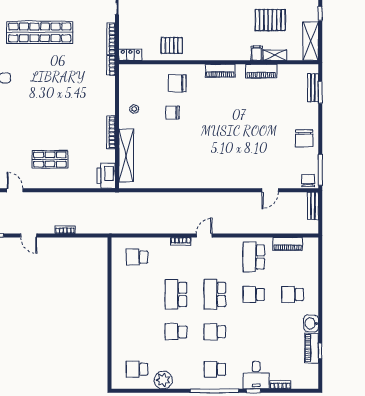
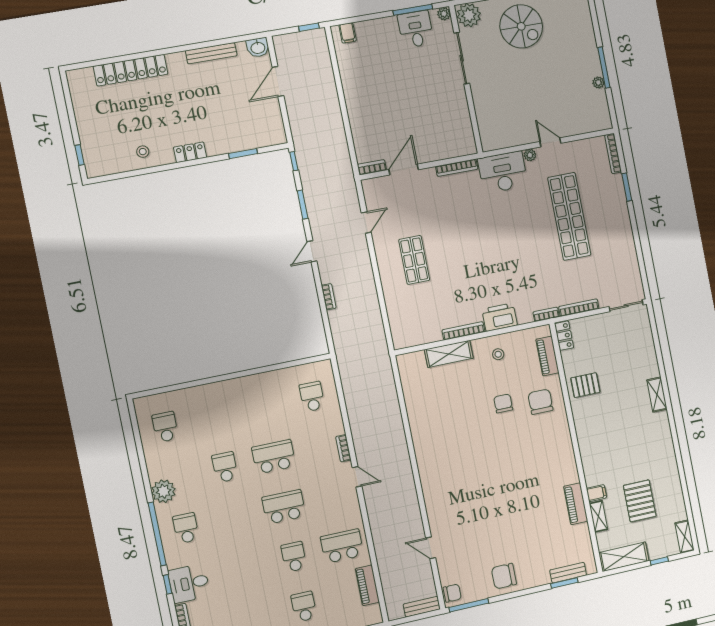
pallet: (172, 45) -> (585, 385), turned 90
piano: (220, 71) -> (547, 356), moved
shelving: (126, 156) -> (449, 354), width x0.68
printer: (106, 176) -> (500, 317), moved
school desk: (215, 332) -> (235, 517), removed
plant: (163, 380) -> (163, 491), moved

